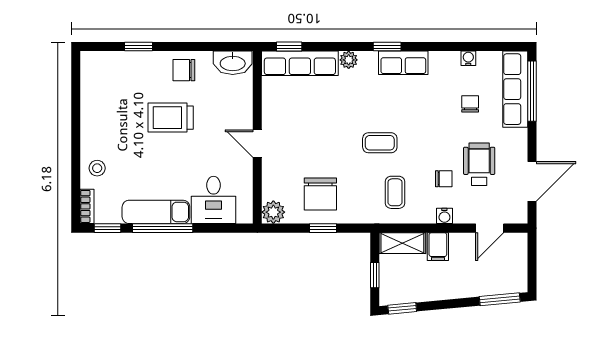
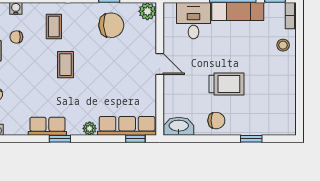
coffee table: (380, 143) -> (66, 65), turned 90
chair: (320, 194) -> (111, 25), turned 87

